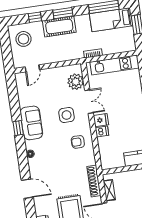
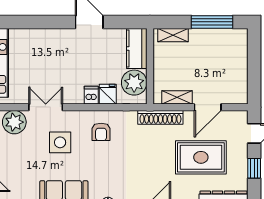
fridge: (101, 120) -> (108, 94), moved
plant: (115, 159) -> (134, 83), added

